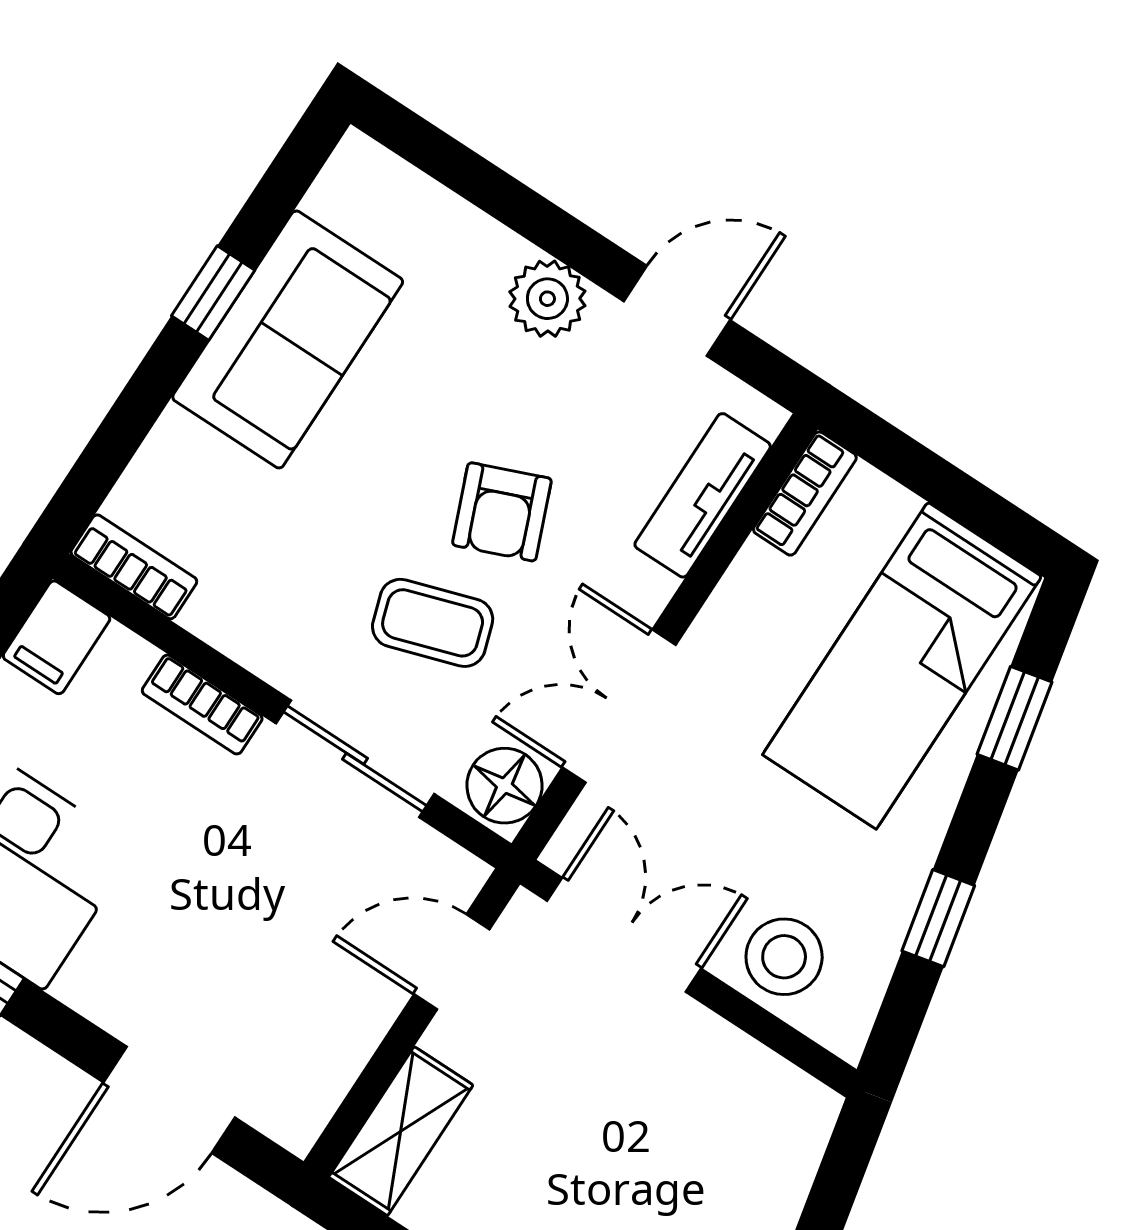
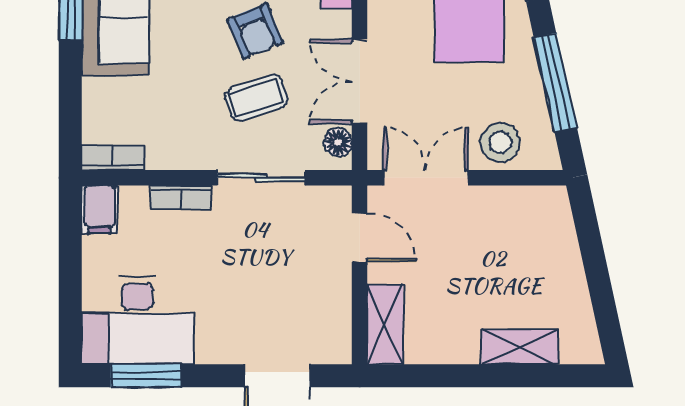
floor lamp: (504, 786) -> (338, 142), width x0.73, depth x0.73
window: (938, 918) -> (555, 83), width x2.17
door: (452, 962) -> (360, 238), swing flipped

